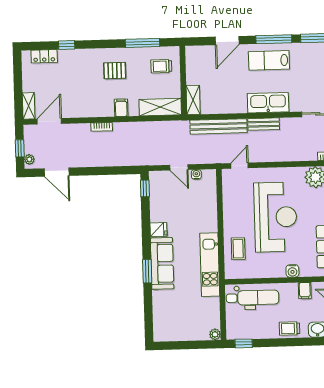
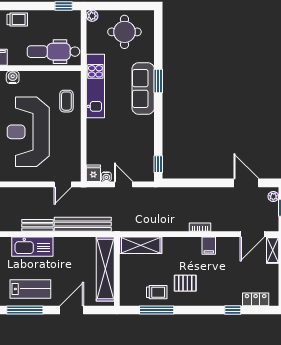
trolley: (161, 66) -> (157, 292), moved
shelving: (193, 100) -> (105, 269), width x2.20, depth x1.33
filing cabinet: (121, 108) -> (209, 246), moved
fridge: (158, 230) -> (93, 173), moved, turned 90
round table: (182, 319) -> (124, 32), added

